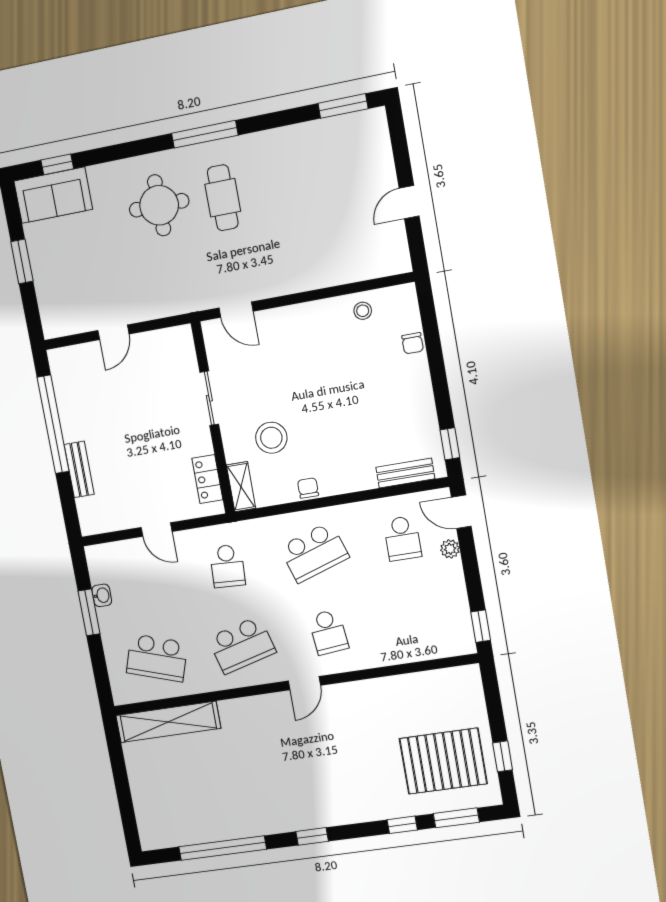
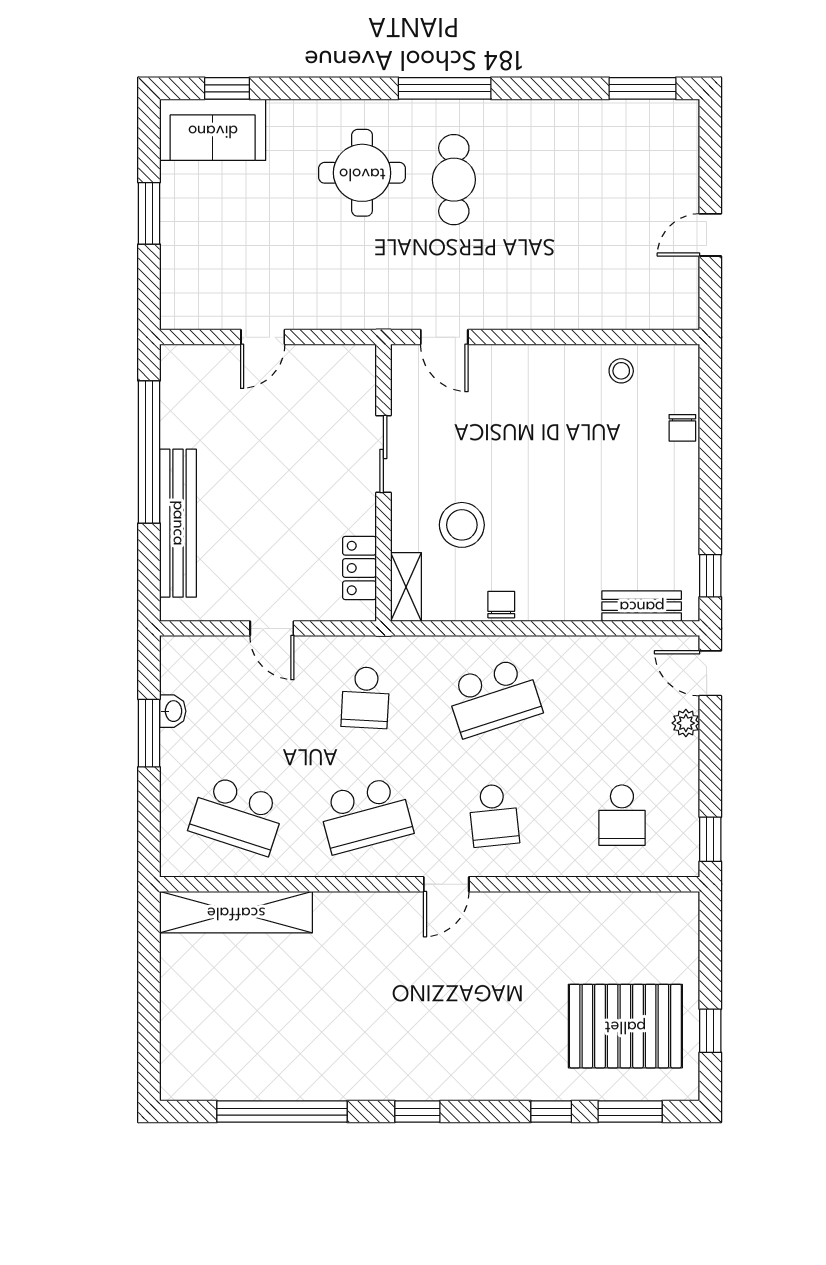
bench: (79, 469) -> (178, 523), width x1.86, depth x1.21
school desk: (402, 538) -> (622, 815), moved

